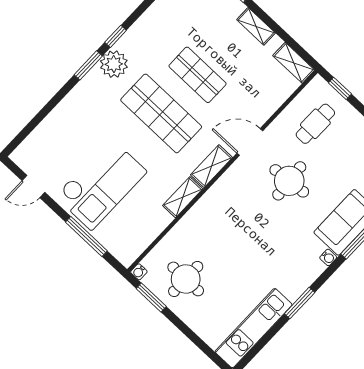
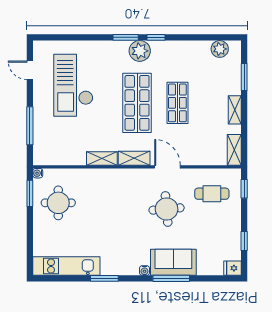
checkout: (101, 184) -> (73, 85), moved, turned 90

